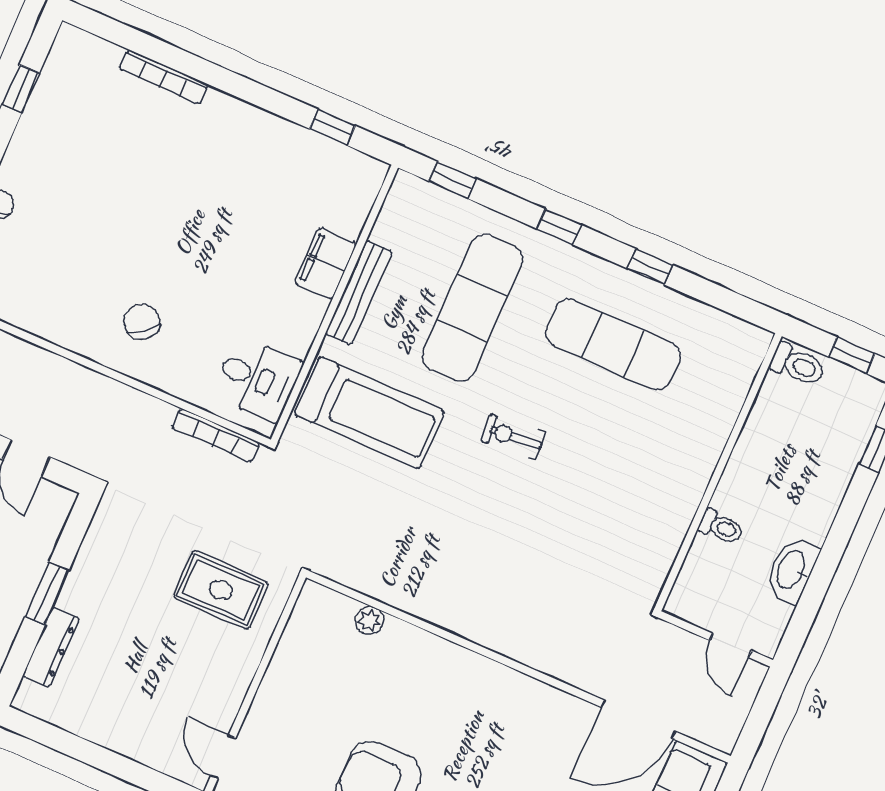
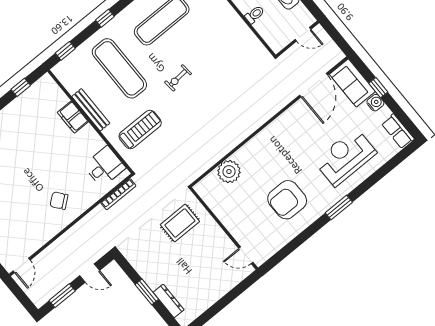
treadmill: (370, 413) -> (140, 129), width x0.73, depth x0.73
plant: (370, 620) -> (229, 172), width x1.88, depth x1.88

